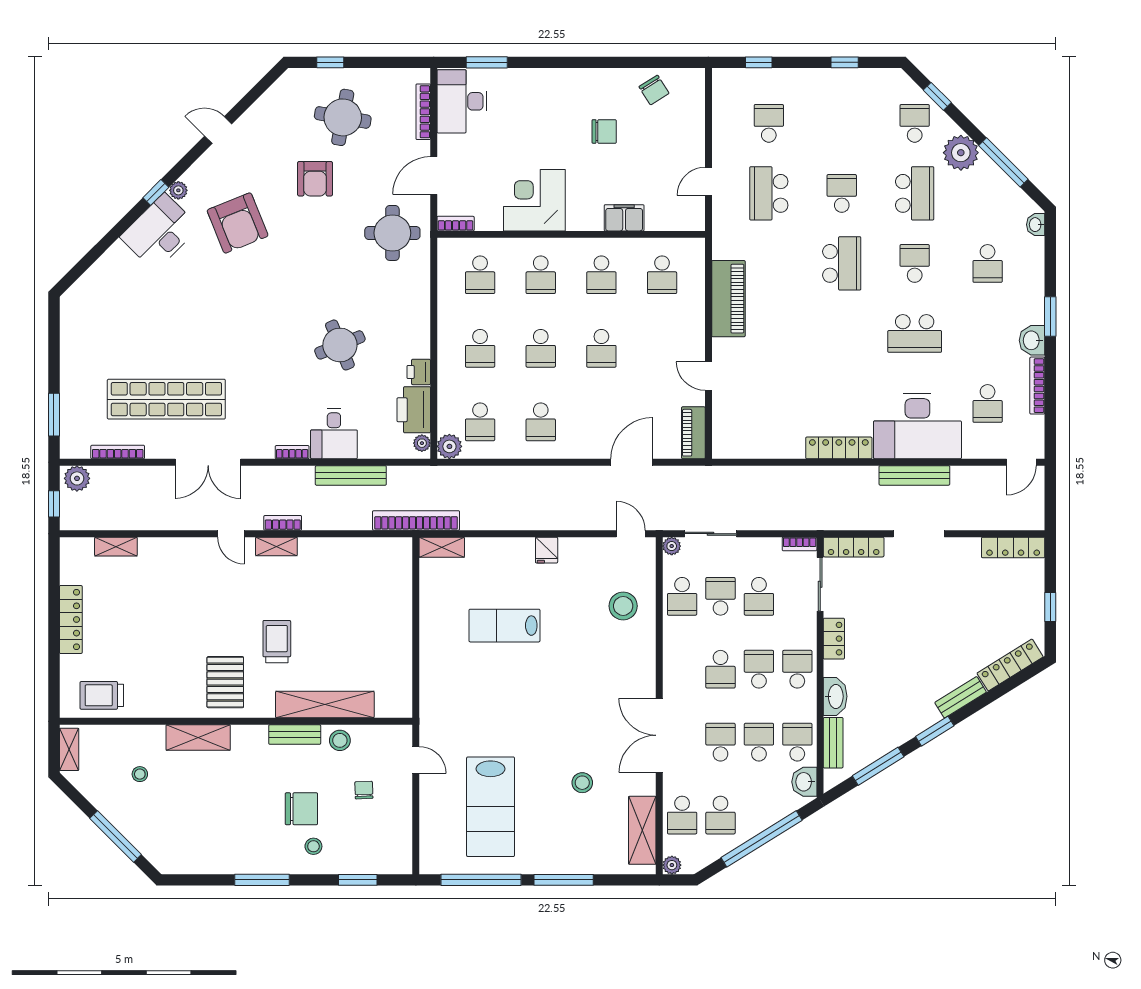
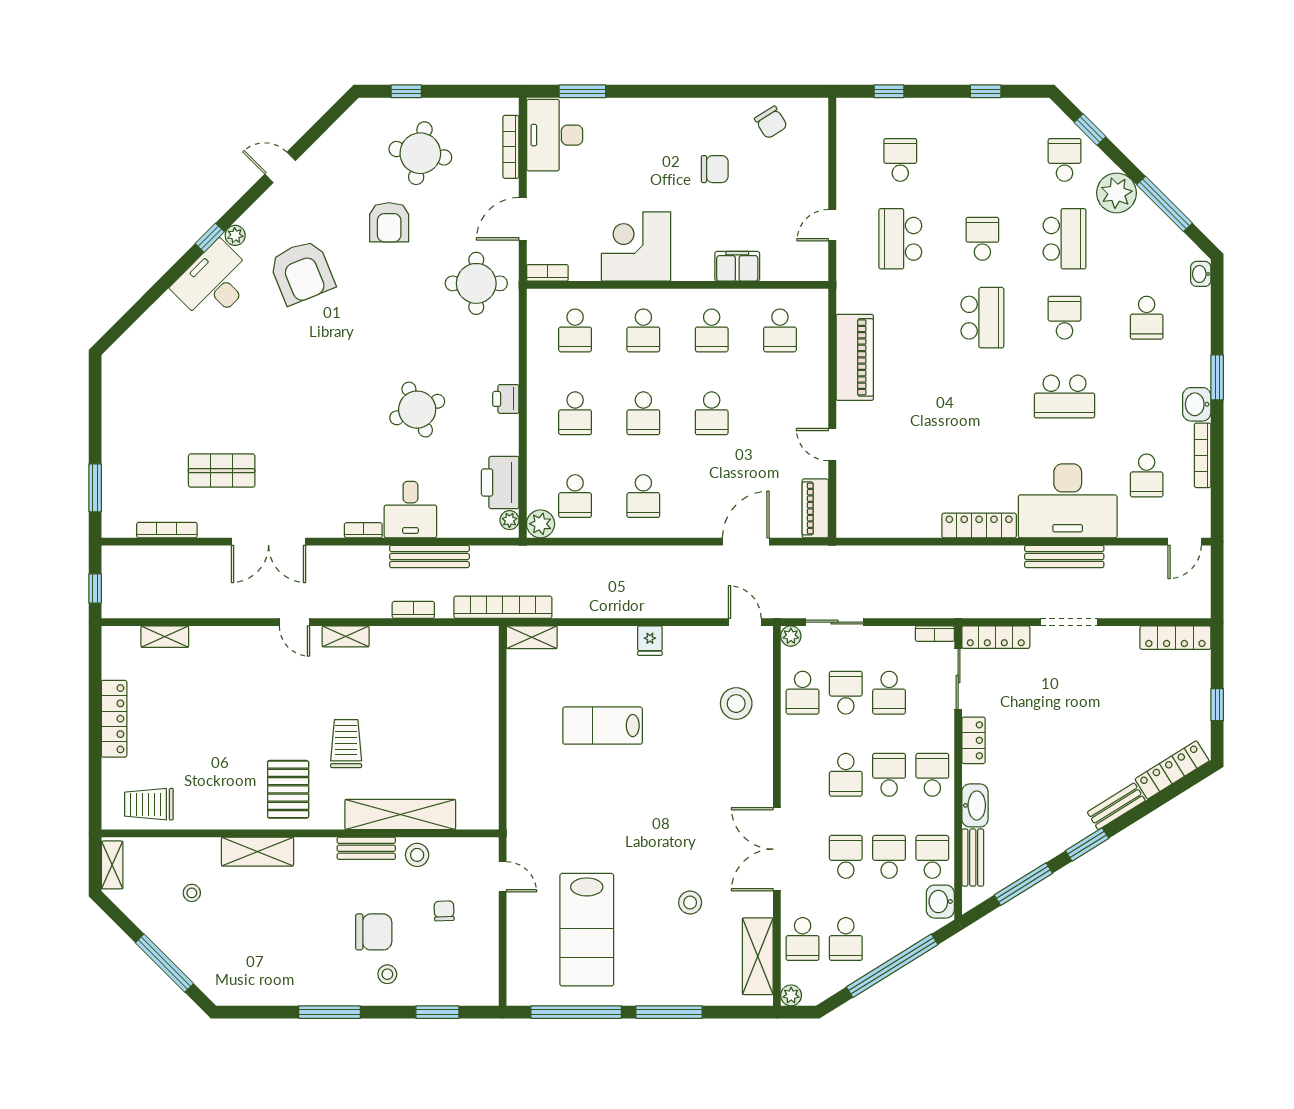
printer: (419, 372) -> (506, 399), moved
shop shelf: (166, 399) -> (222, 471), width x0.50, depth x0.74
plant: (77, 478) -> (121, 560), removed
bookcase: (283, 523) -> (413, 610), moved

